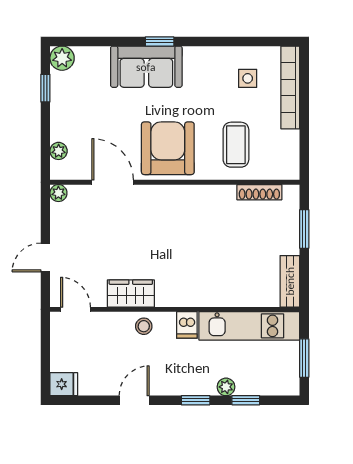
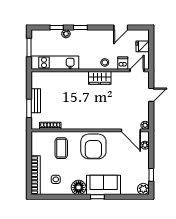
floor lamp: (199, 61) -> (79, 187), added
door: (113, 182) -> (131, 130), moved
bench: (290, 281) -> (36, 101), moved
wardrobe: (131, 294) -> (100, 78), moved
door: (75, 309) -> (137, 70), swing flipped
dishwasher: (187, 325) -> (123, 63), moved
fridge: (64, 384) -> (143, 46), moved
door: (134, 400) -> (121, 27), moved

